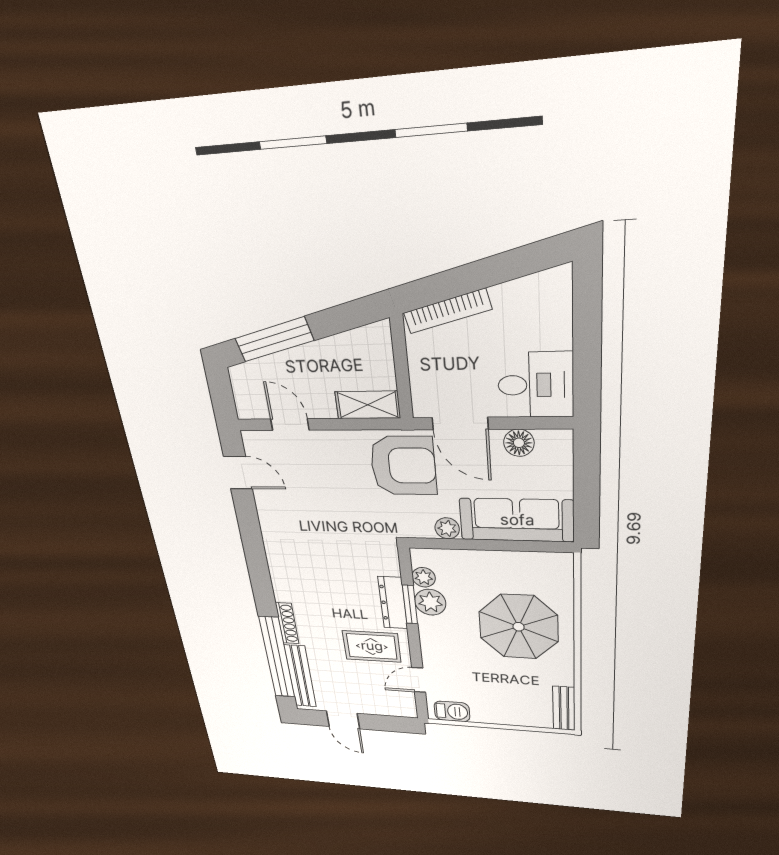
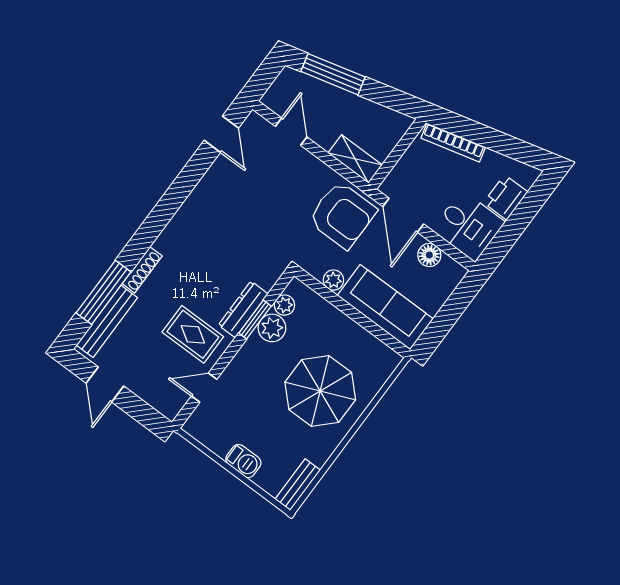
printer: (552, 324) -> (506, 197), added
window: (277, 657) -> (103, 292), width x0.68
barbecue: (452, 711) -> (243, 461), moved

